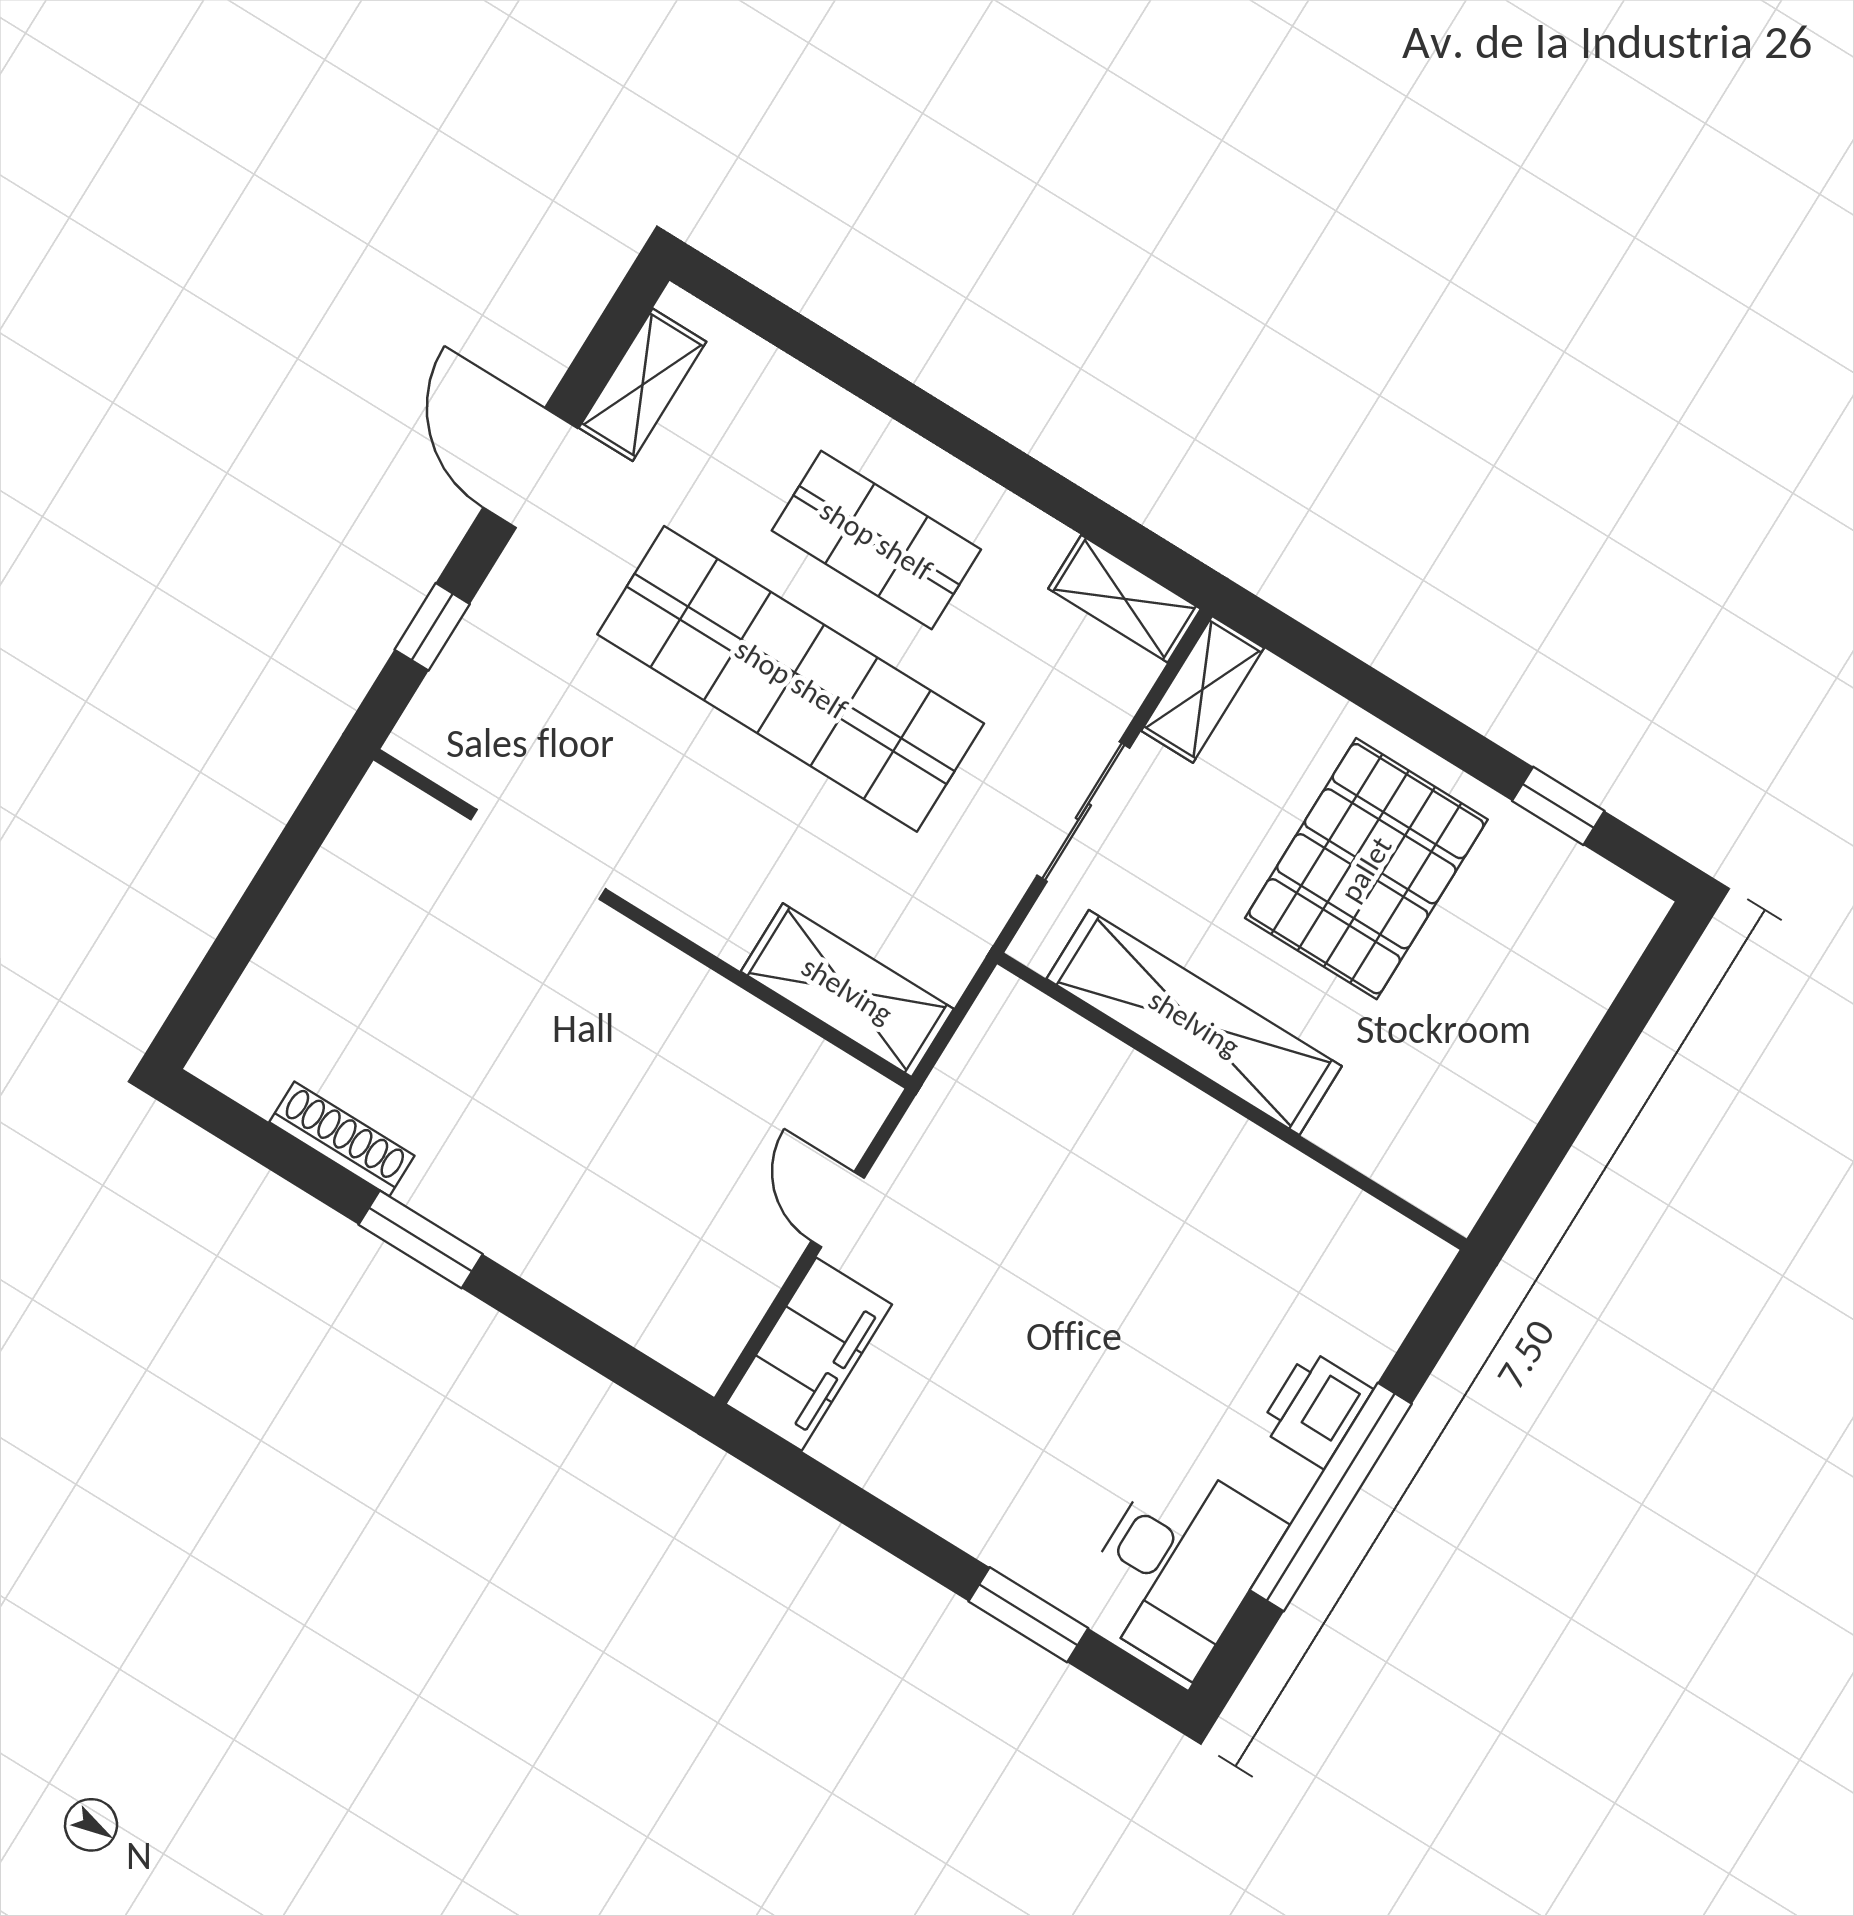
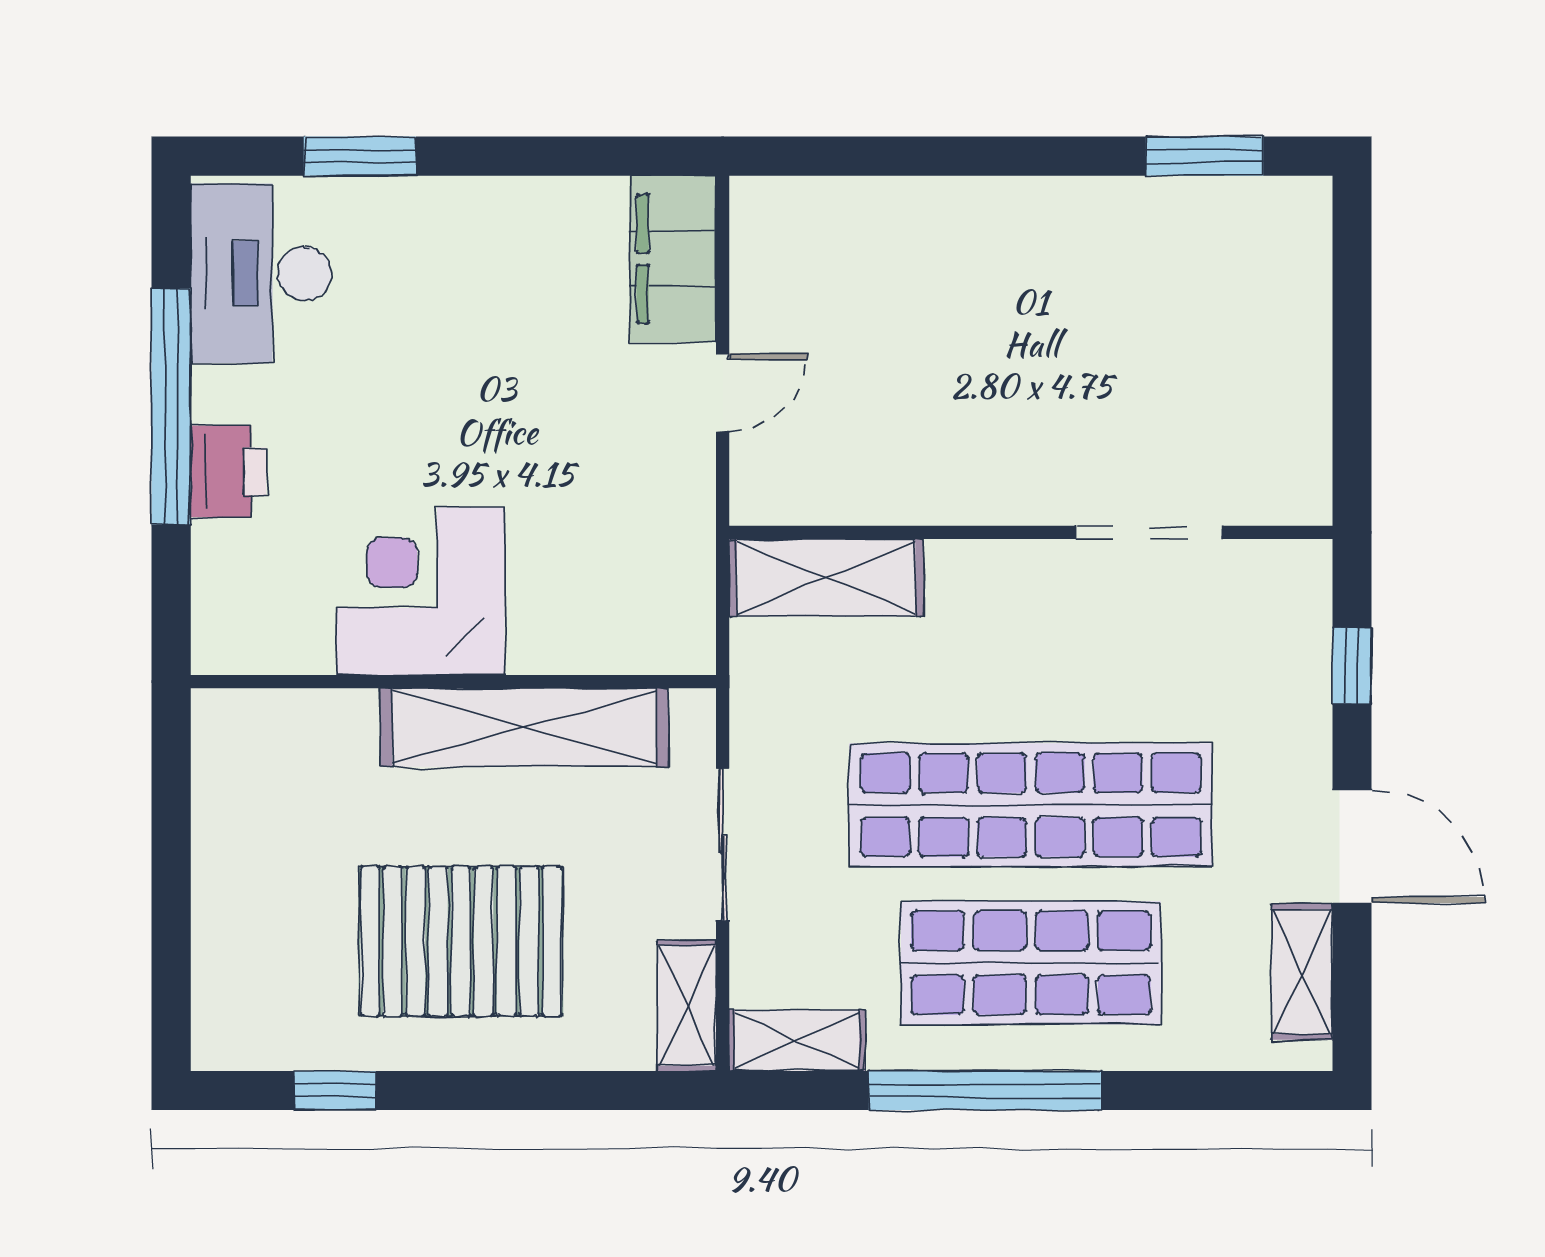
window: (986, 453) -> (985, 1090), added
shop shelf: (876, 540) -> (1031, 963), width x1.43, depth x1.36
pallet: (1366, 869) -> (461, 941), turned 90
shoe rack: (342, 1139) -> (1166, 199), removed
corner desk: (1212, 1199) -> (420, 591), added
door: (838, 1209) -> (723, 393), hinge flipped
window: (421, 1239) -> (1205, 156), moved

